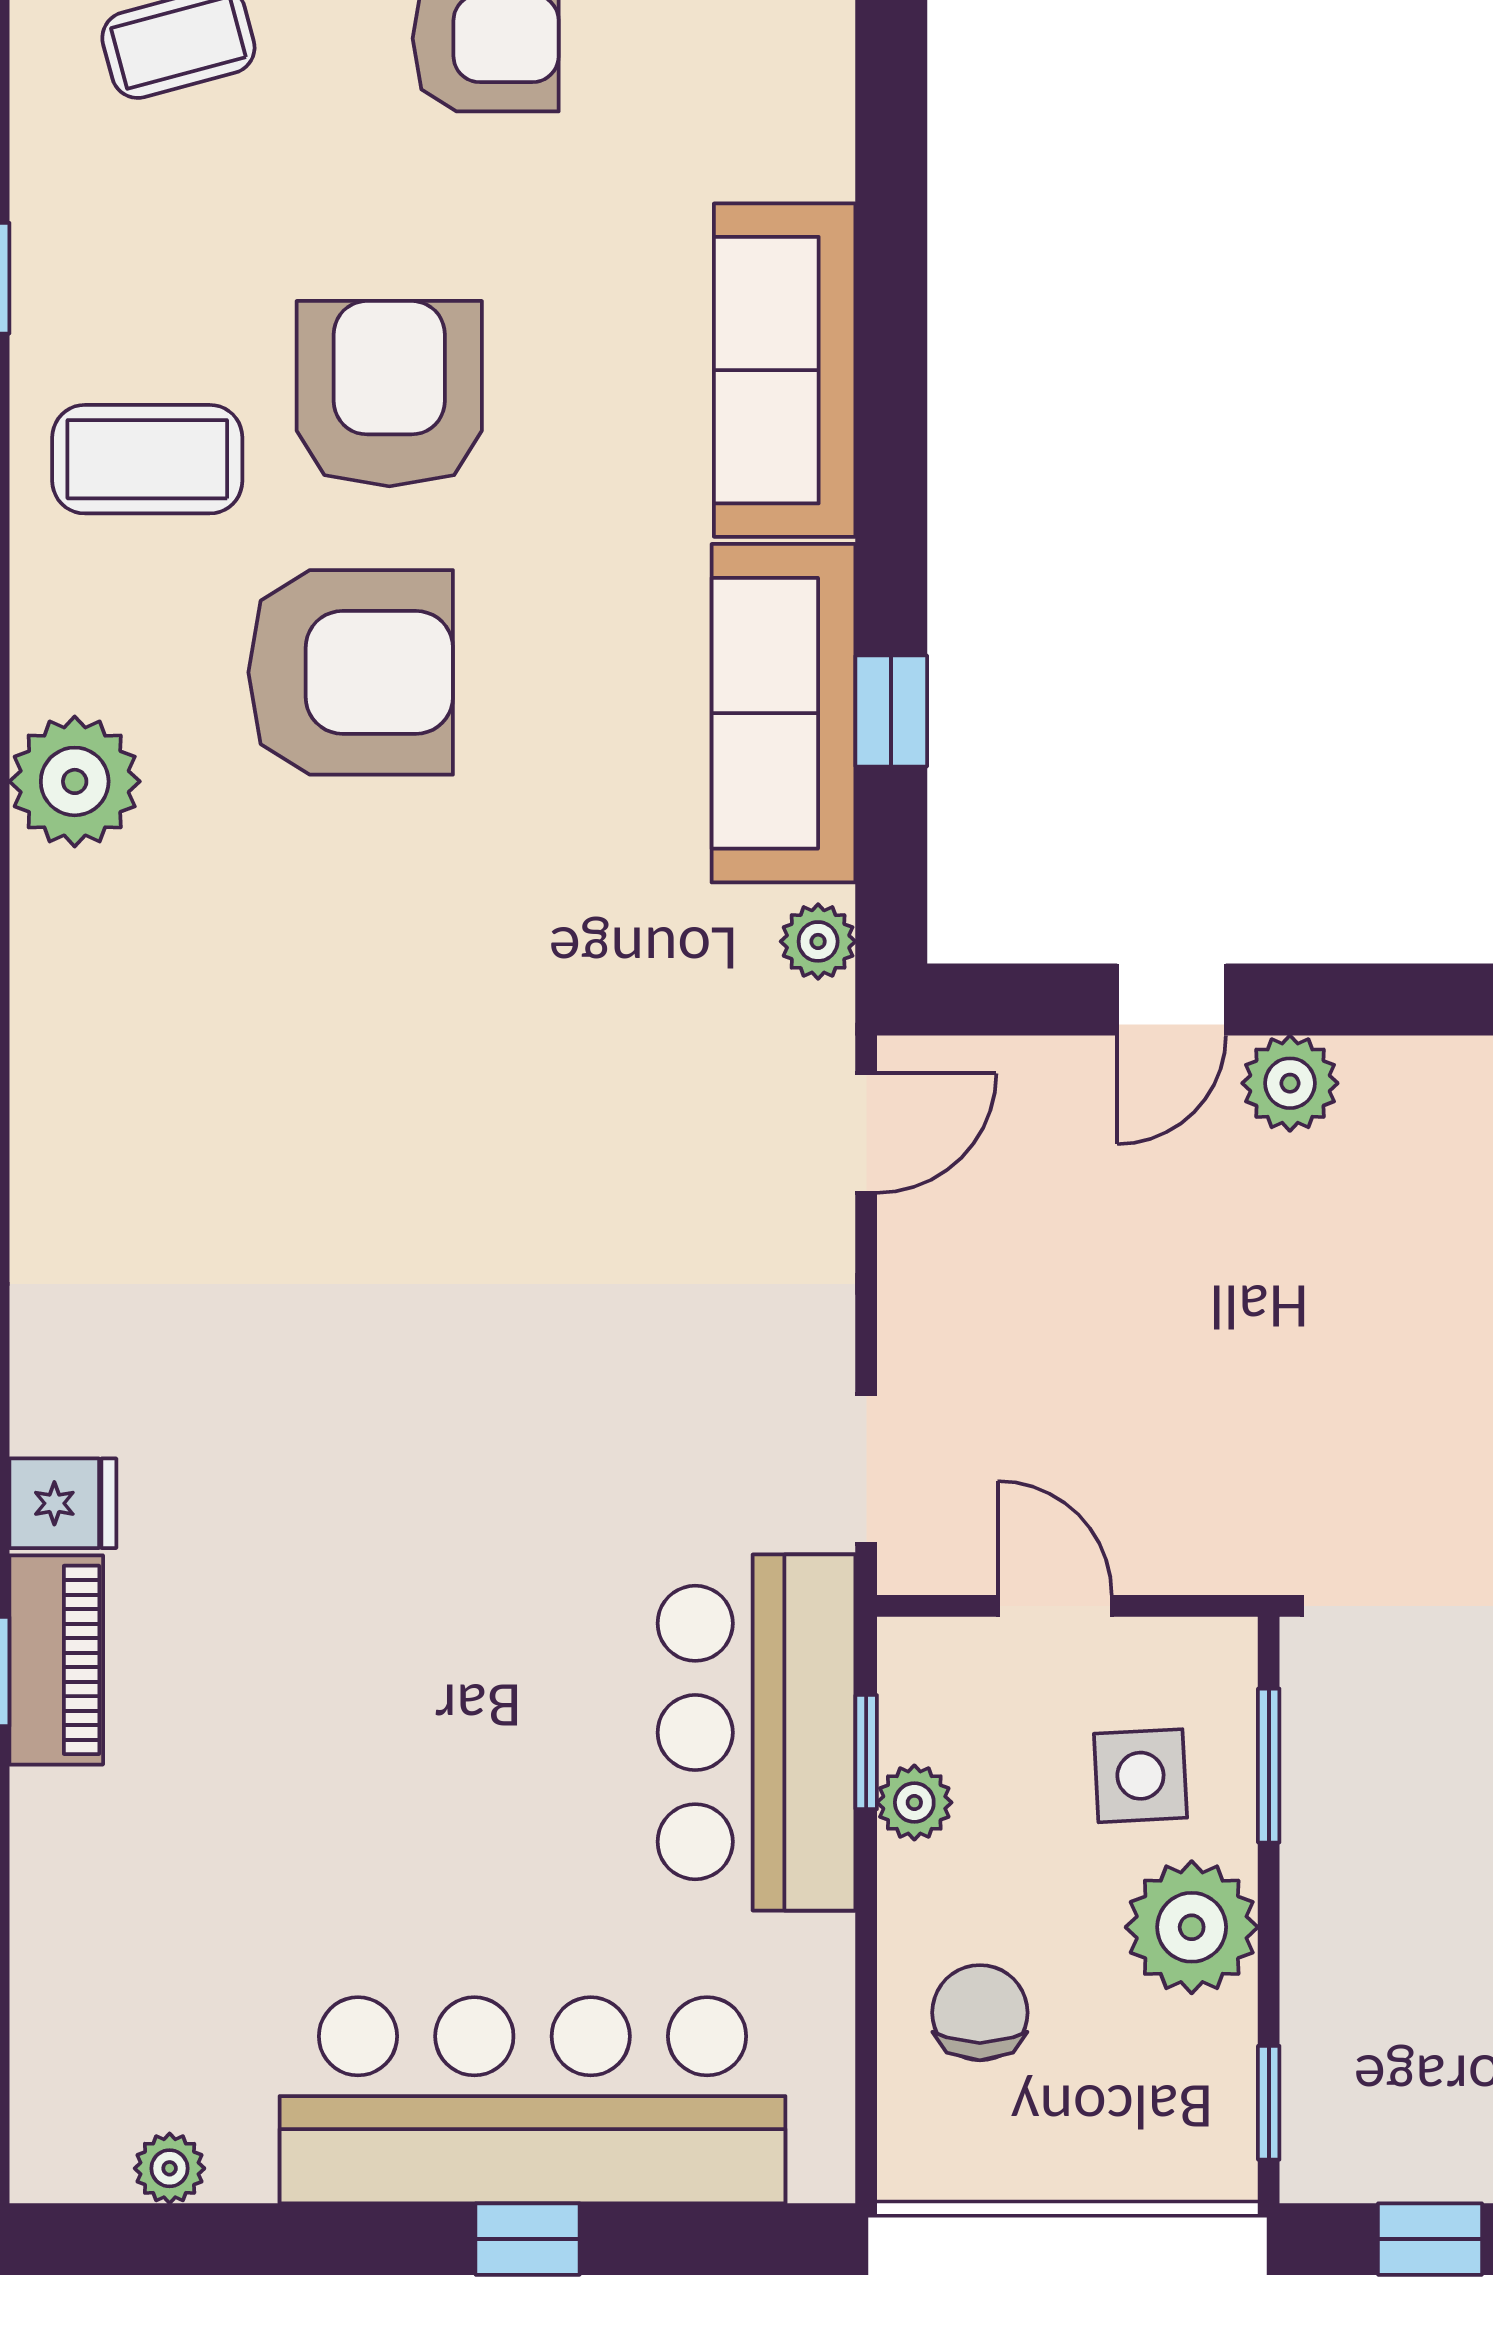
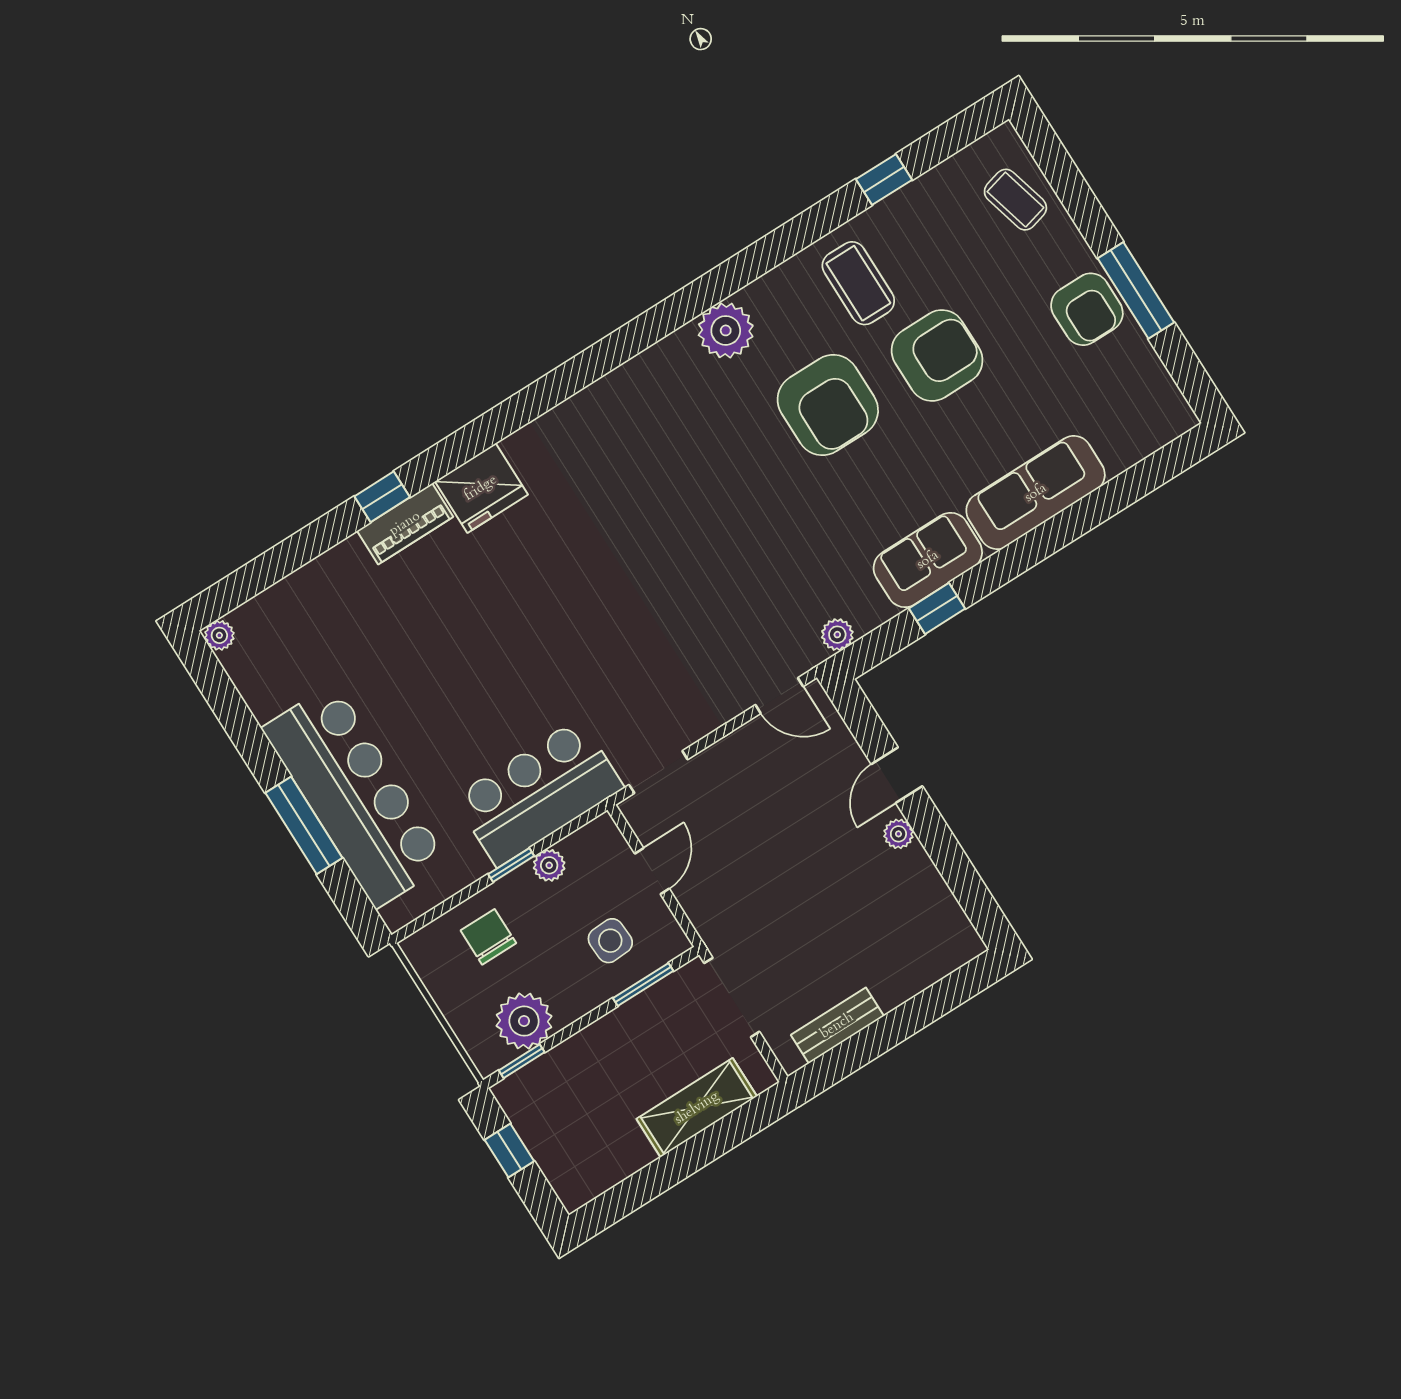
sofa: (784, 713) -> (928, 560), width x0.73
door: (1171, 1000) -> (897, 775), hinge flipped
plant: (1290, 1083) -> (898, 834), width x0.73, depth x0.73
fridge: (63, 1503) -> (481, 488), width x1.88, depth x1.34
window: (866, 1752) -> (511, 865), moved
plant: (1192, 1927) -> (524, 1021), moved
chair: (980, 2013) -> (488, 937), turned -90
plant: (170, 2168) -> (219, 635), moved
window: (528, 2239) -> (304, 825), width x2.17

